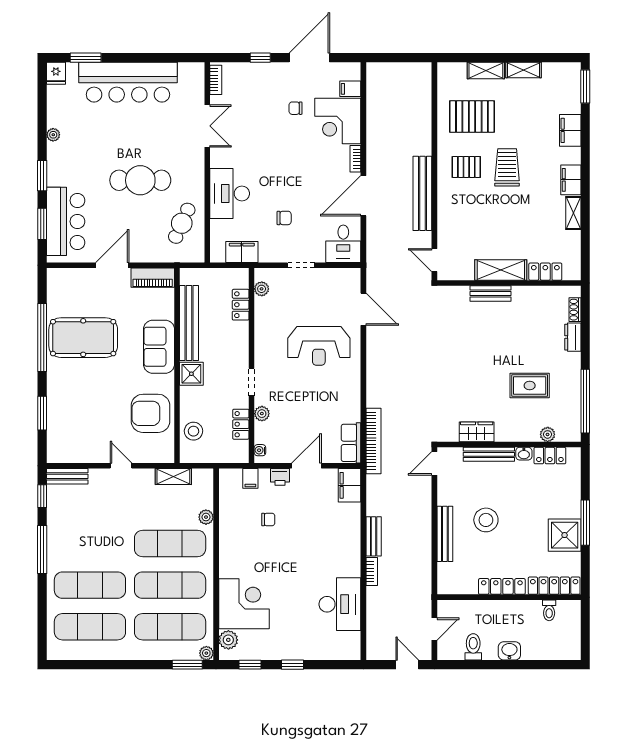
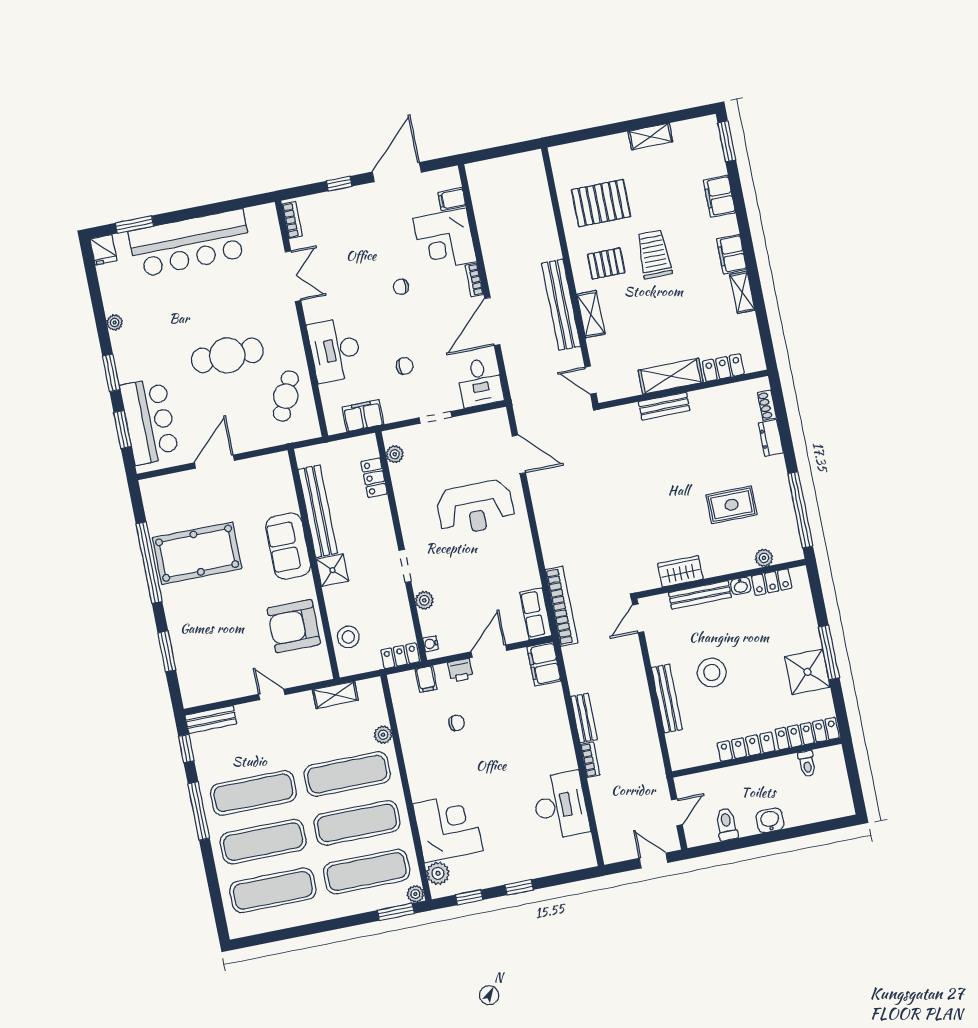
shelving: (486, 70) -> (591, 314), moved, turned 90
chair: (296, 108) -> (401, 287), moved
piano: (153, 278) -> (265, 467), removed
locker: (241, 424) -> (400, 656), moved, turned 90
exercise mat: (90, 544) -> (253, 793), added

